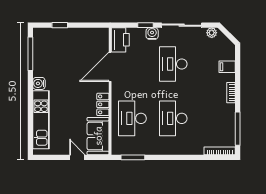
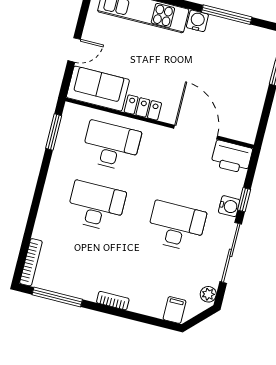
window: (30, 54) -> (227, 15), moved
filing cabinet: (227, 67) -> (175, 310), moved

